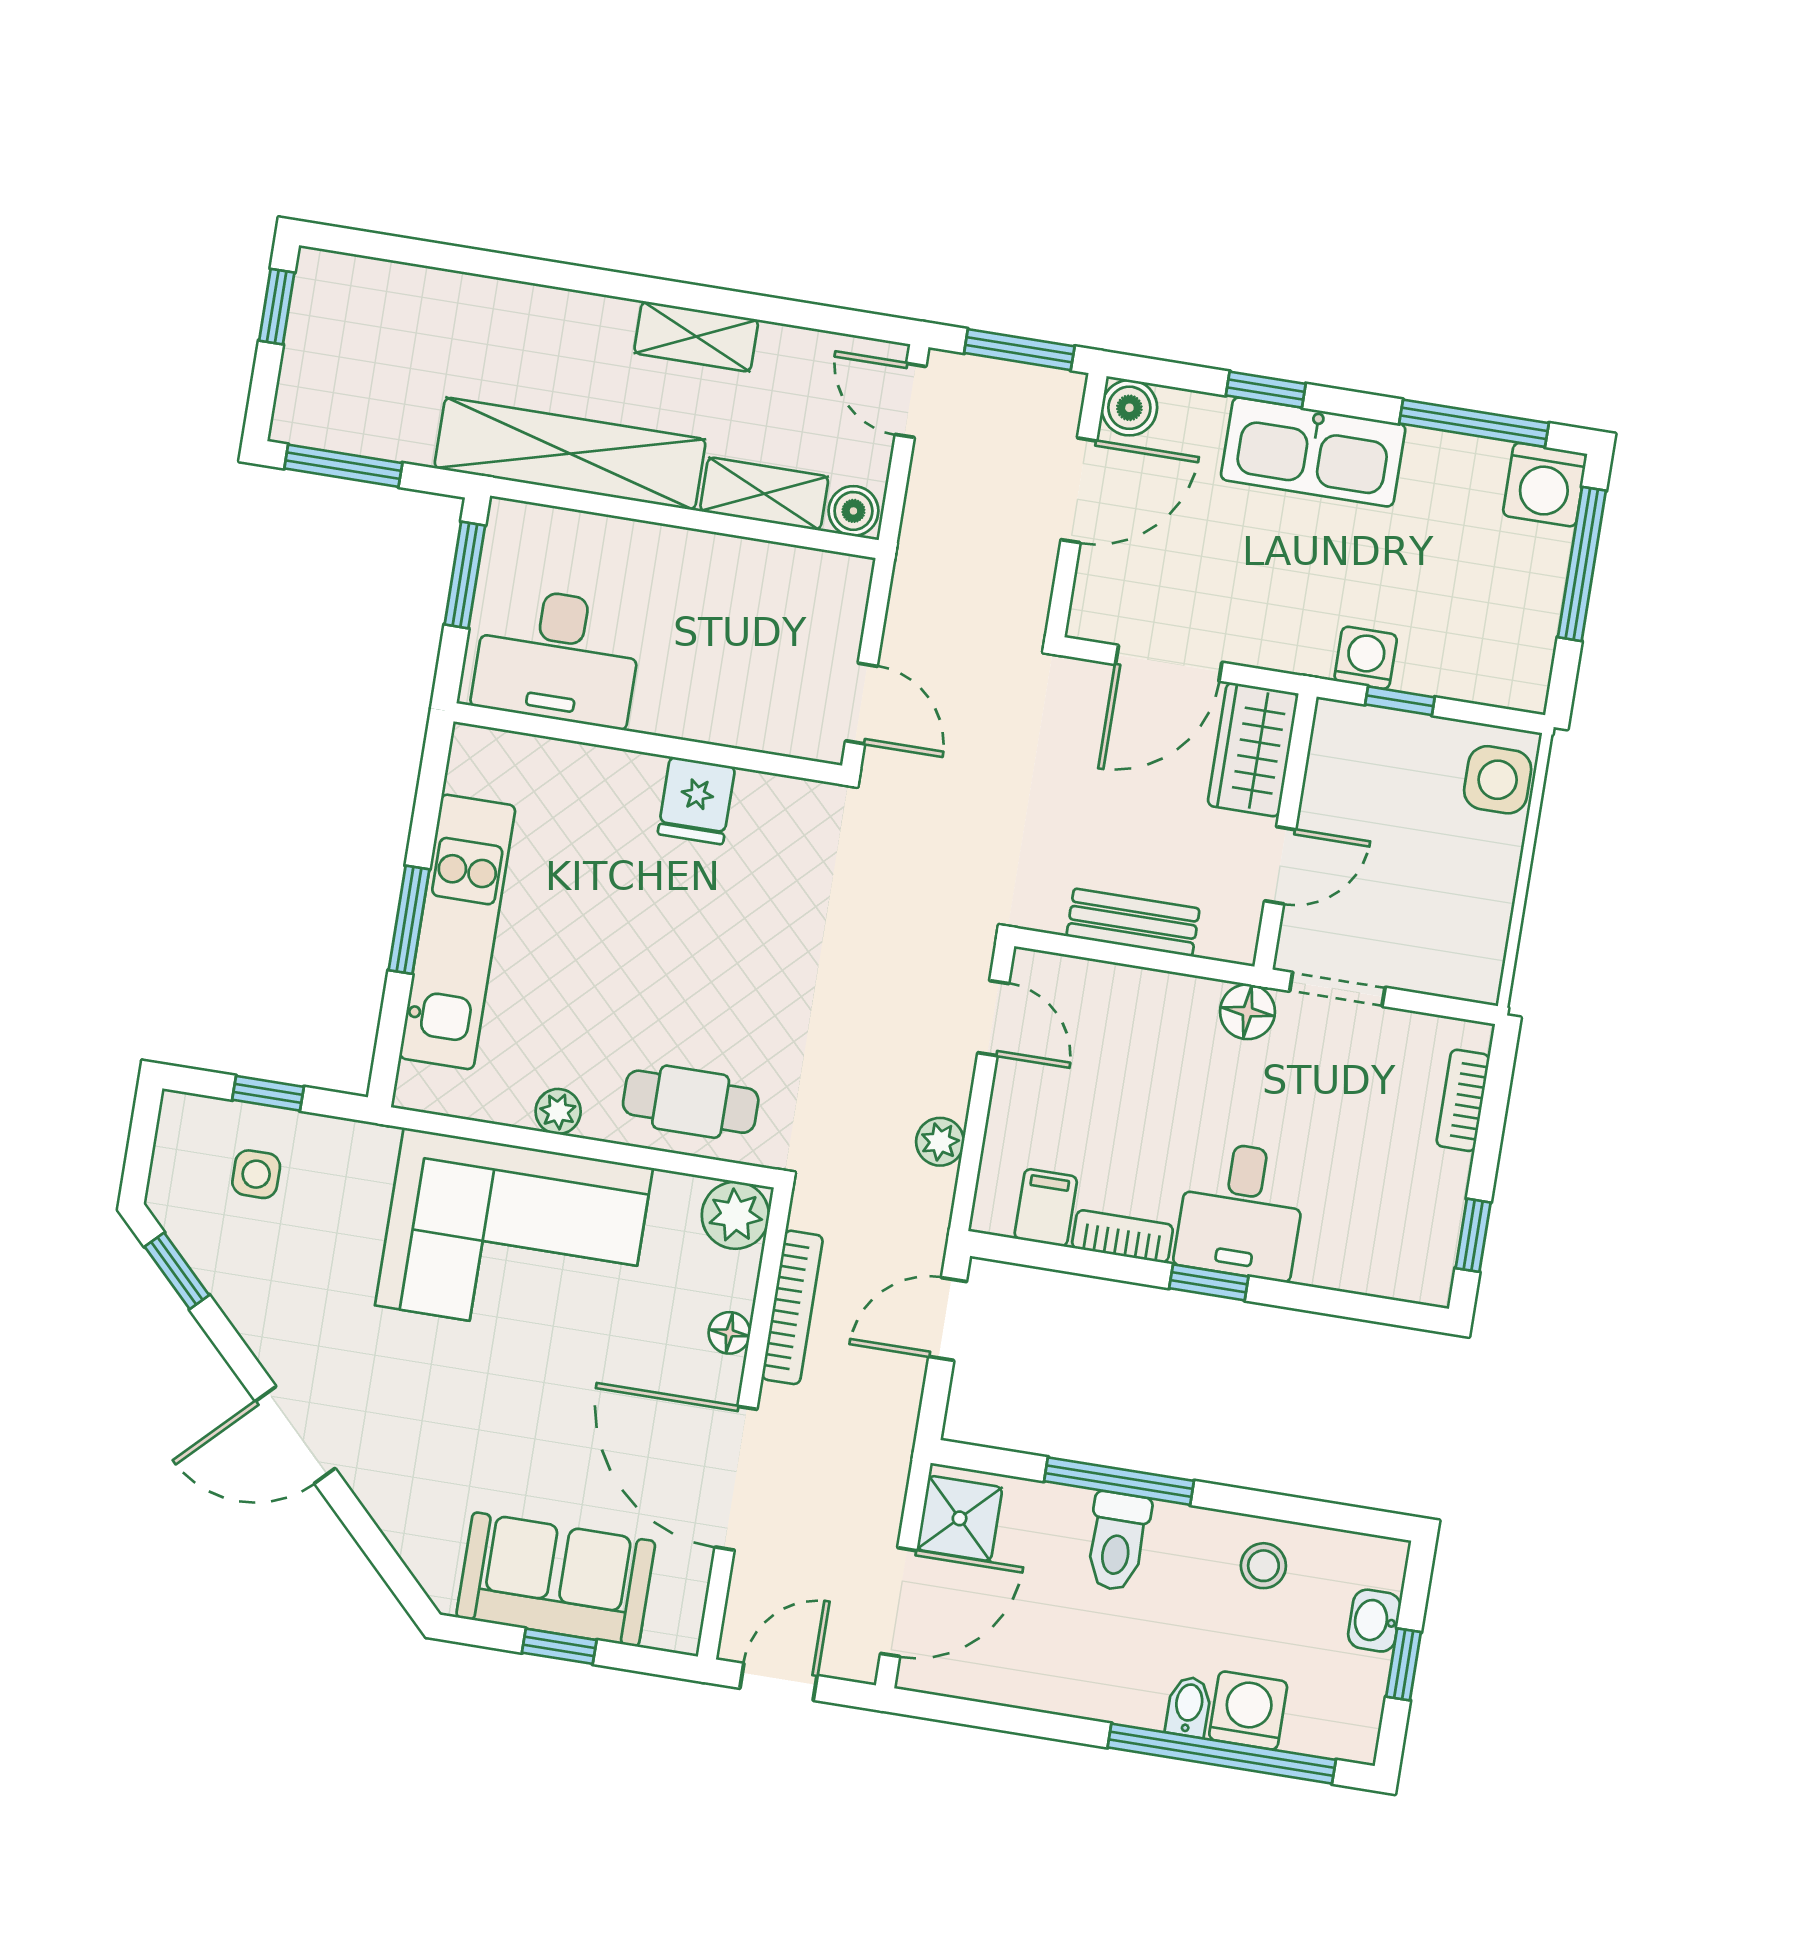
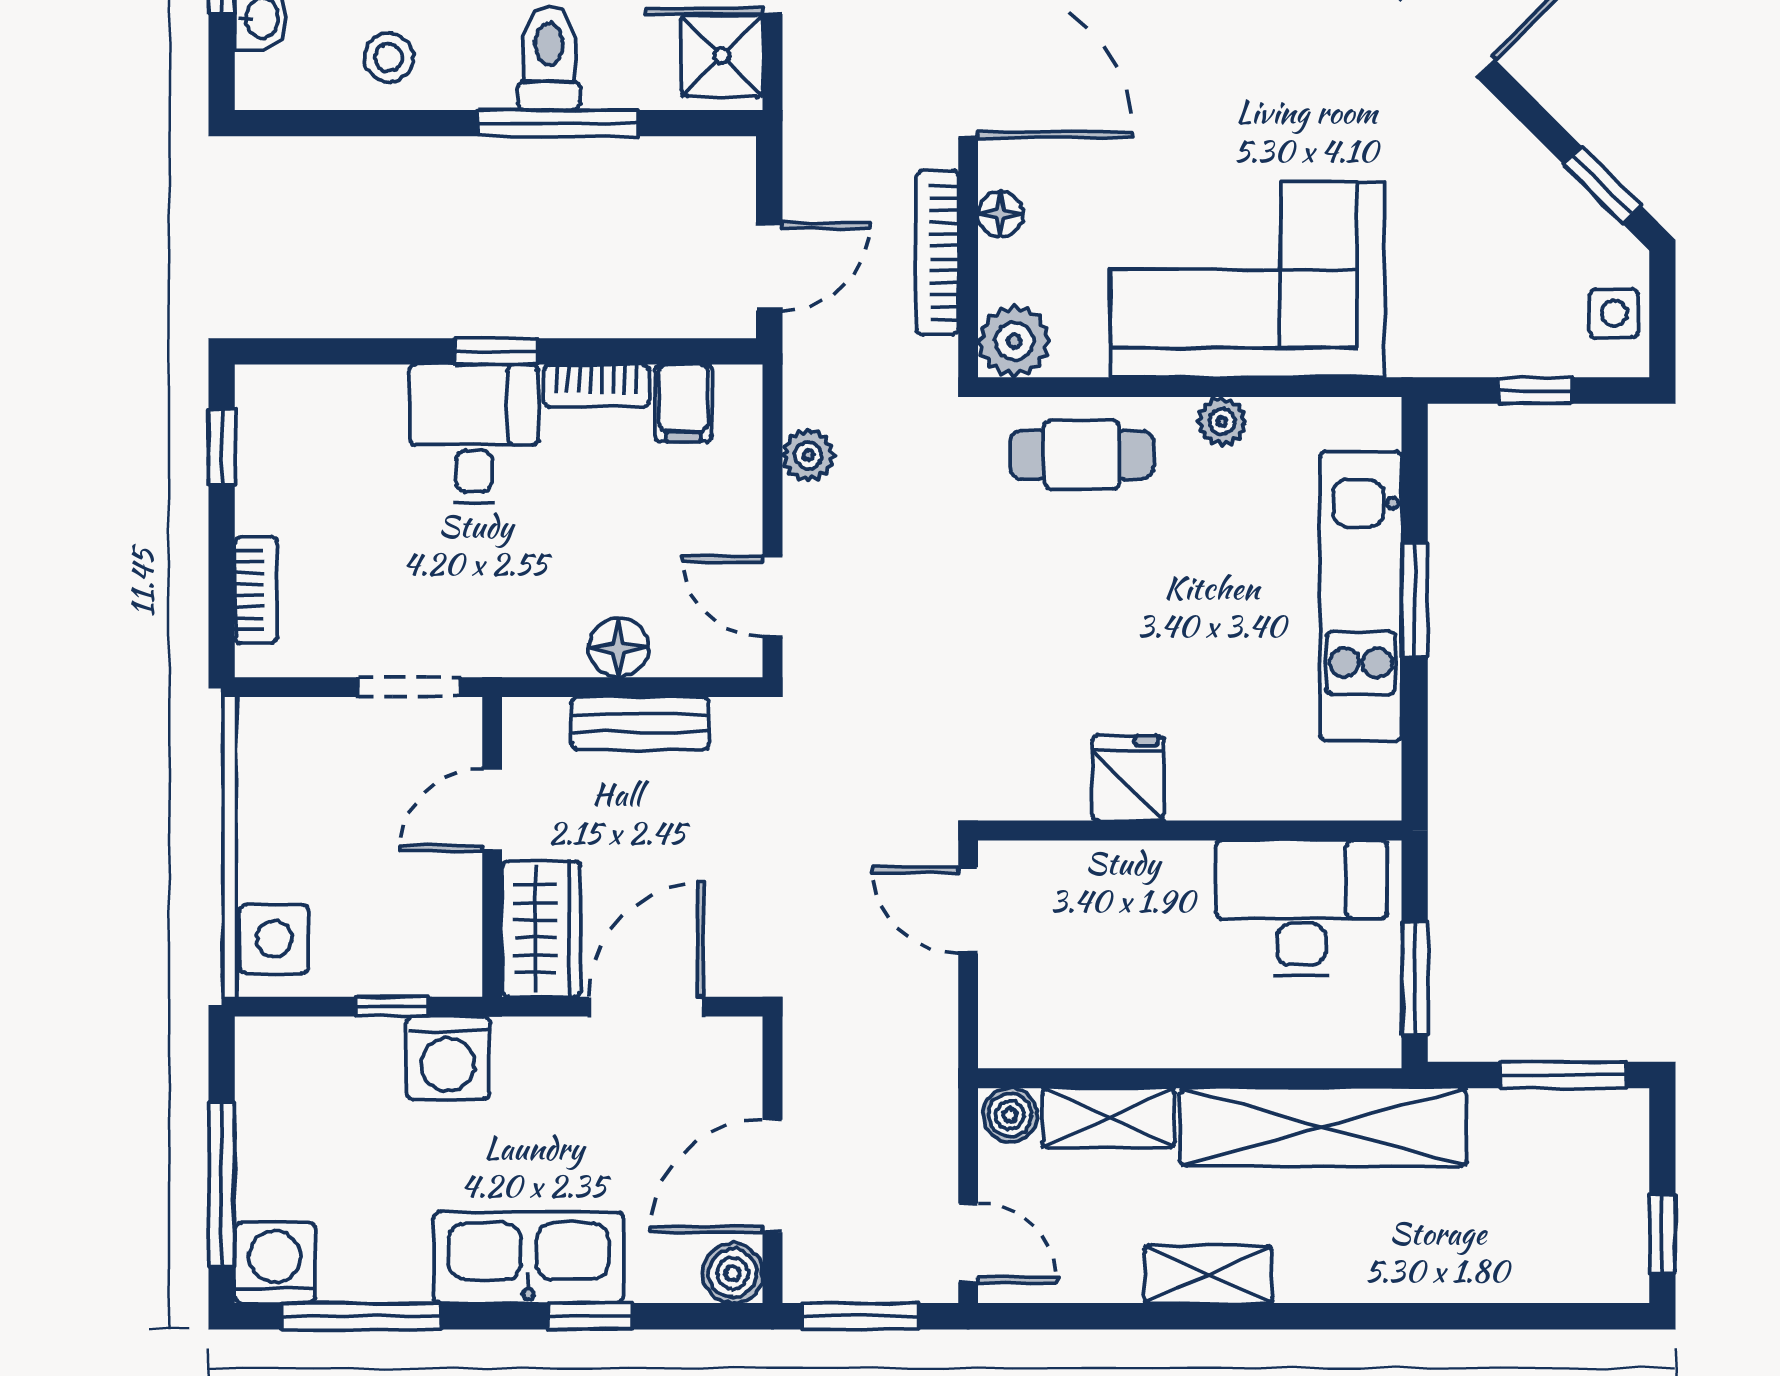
washing machine: (1366, 658) -> (448, 1058), width x1.38, depth x1.38
floor lamp: (1247, 1012) -> (619, 648), moved
side table: (256, 1174) -> (1614, 313), moved

